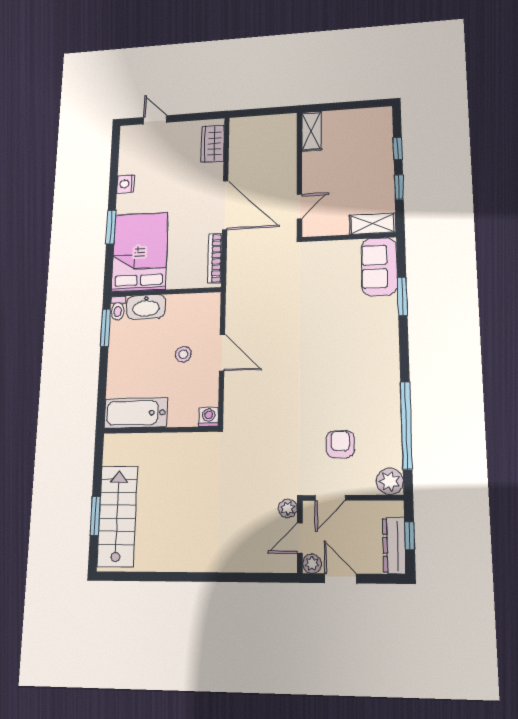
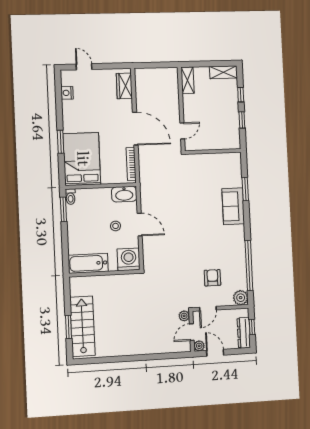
nightstand: (126, 184) -> (67, 93), moved
shelving: (372, 224) -> (223, 72), moved
sofa: (379, 267) -> (233, 206), moved
washbasin: (146, 307) -> (124, 194), moved
washing machine: (209, 417) -> (129, 259), width x1.89, depth x1.89

